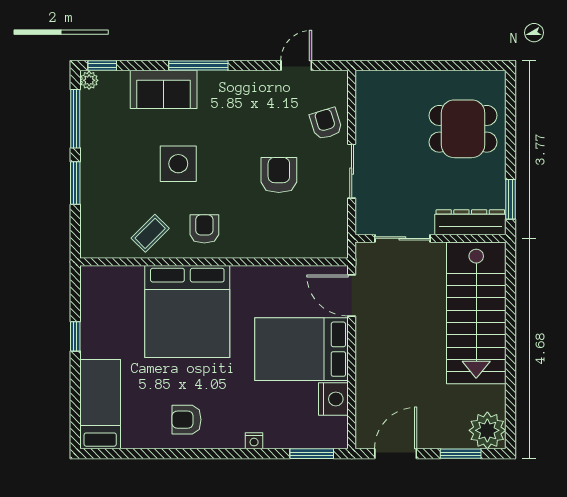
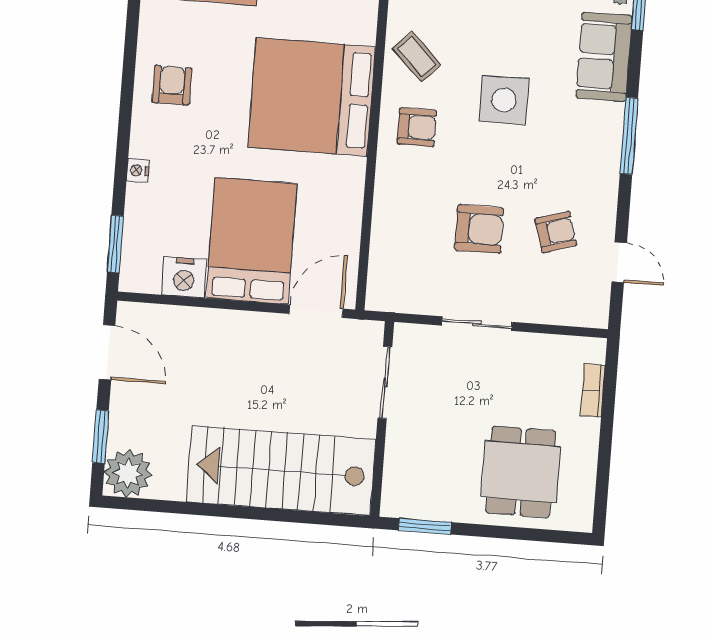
bookcase: (396, 78) -> (593, 390), added
sofa: (164, 89) -> (604, 57), moved
armchair: (326, 124) -> (556, 232), moved
dresser: (470, 222) -> (399, 472), removed

